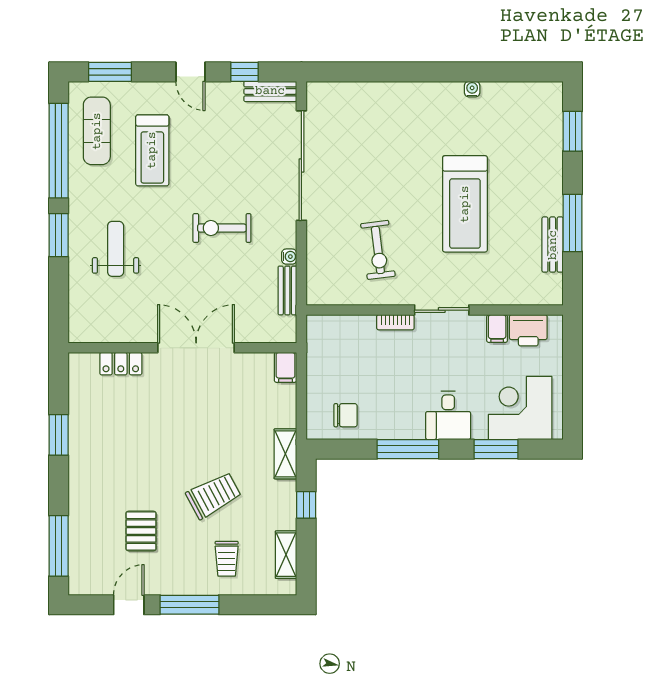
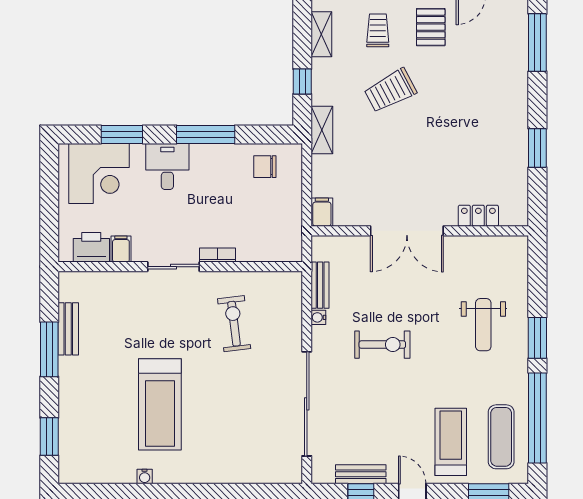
bench: (270, 91) -> (361, 474), moved
treadmill: (152, 150) -> (451, 442), moved
treadmill: (465, 204) -> (160, 404), moved, turned 180
pallet: (141, 531) -> (431, 27), moved

